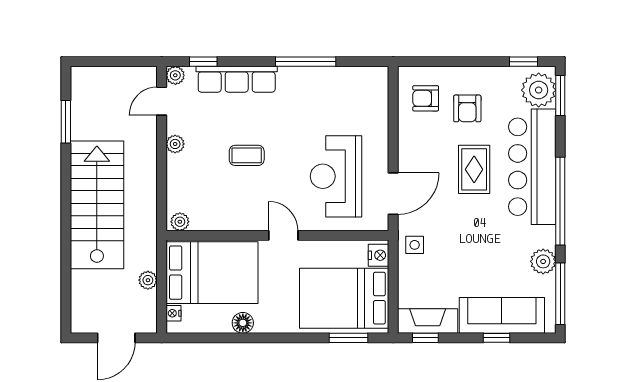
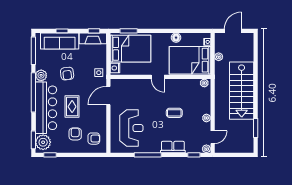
row of seats: (237, 79) -> (173, 147), width x0.68
reception desk: (336, 176) -> (131, 128), moved
armchair: (485, 243) -> (67, 74), added
plant: (543, 261) -> (41, 75), moved

